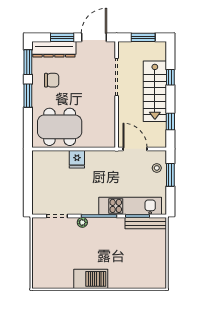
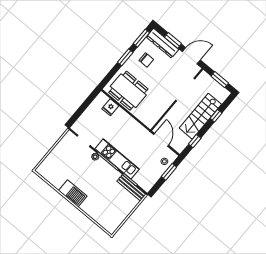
fridge: (77, 159) -> (110, 107), moved
kitchen unit: (130, 206) -> (117, 159), moved

